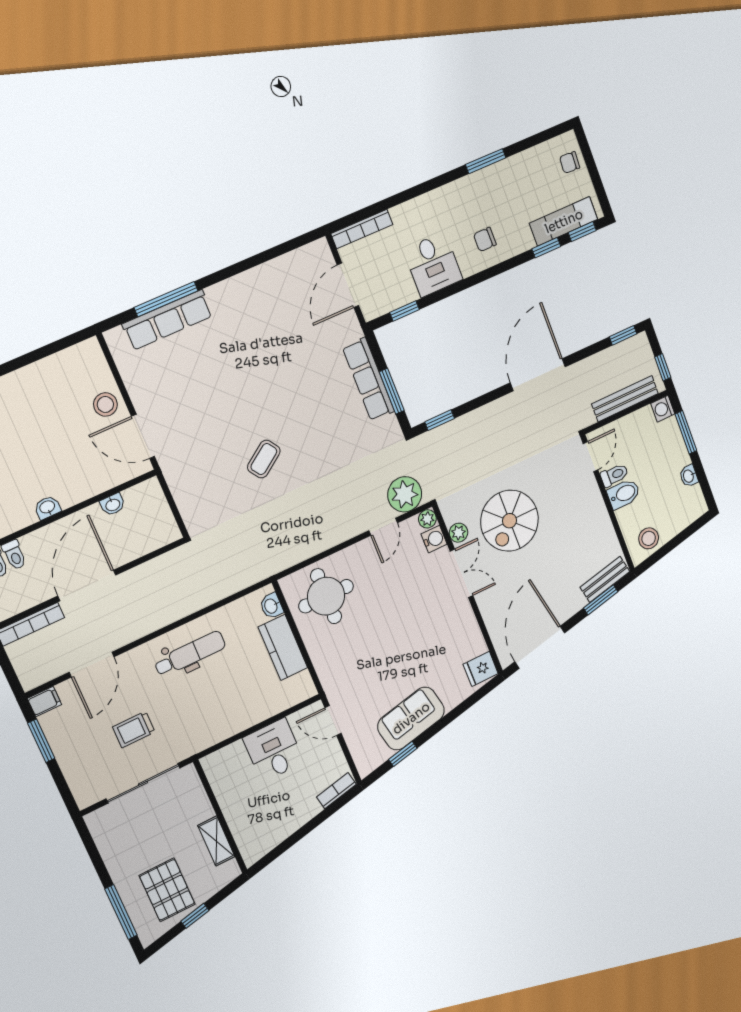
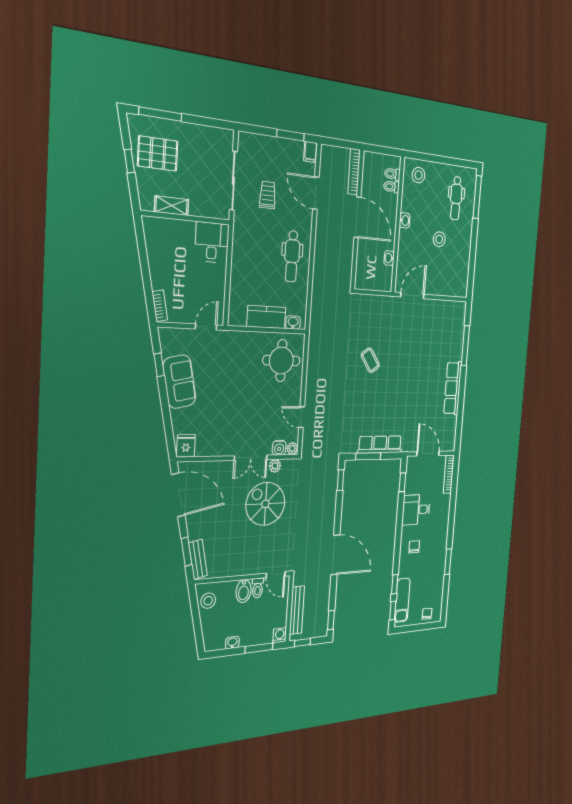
row of seats: (168, 320) -> (453, 388), moved
stool: (105, 404) -> (439, 239), moved
plant: (405, 494) -> (312, 440), removed
desk: (274, 750) -> (212, 242), moved, turned -90

